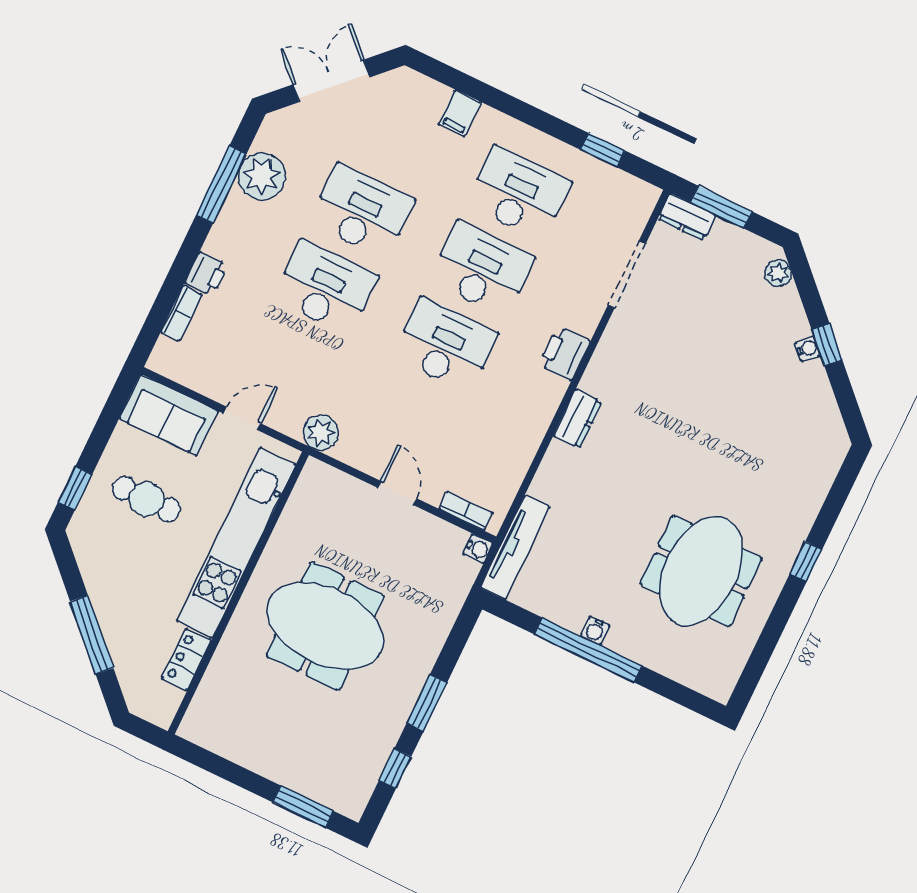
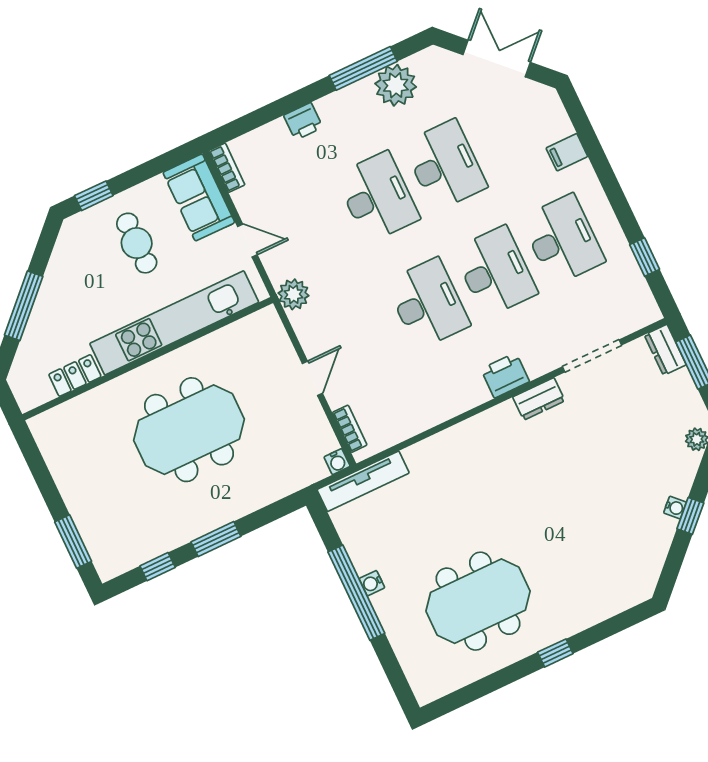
bookcase: (181, 313) -> (227, 168), moved, turned -90
dresser: (578, 419) -> (539, 399), moved
meeting table: (325, 626) -> (189, 430), turned 90

